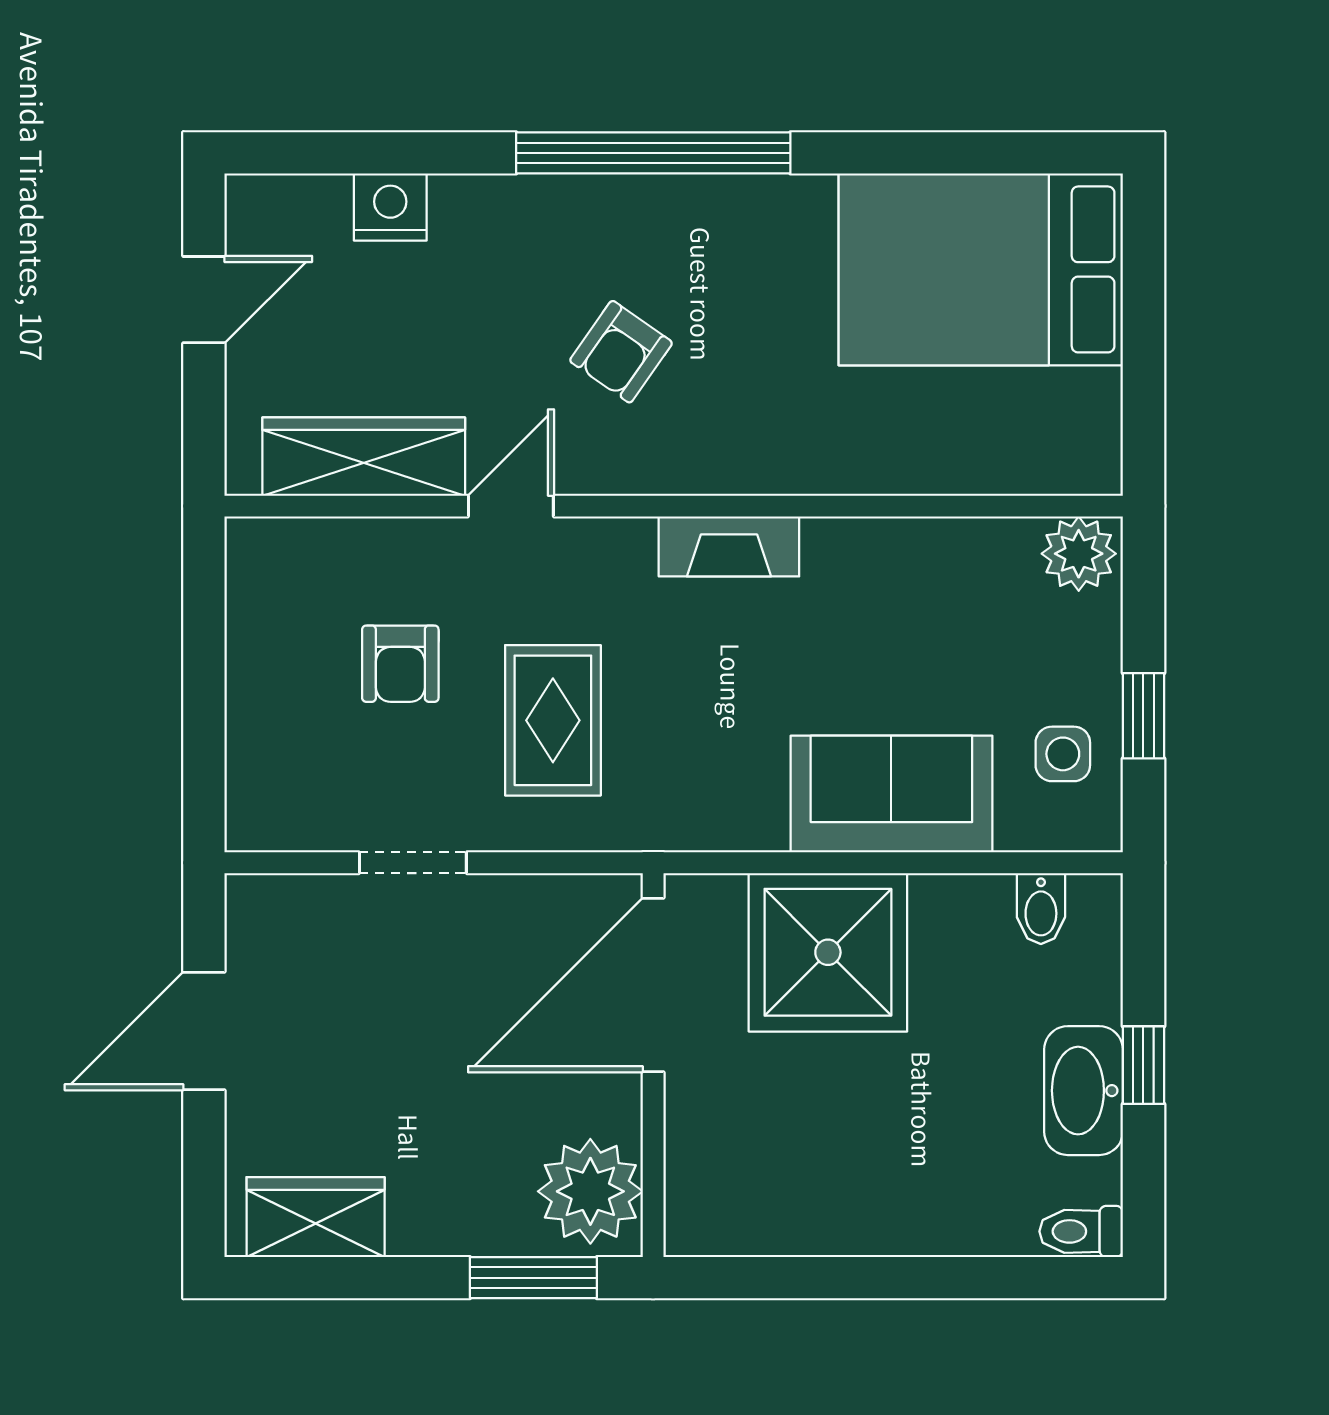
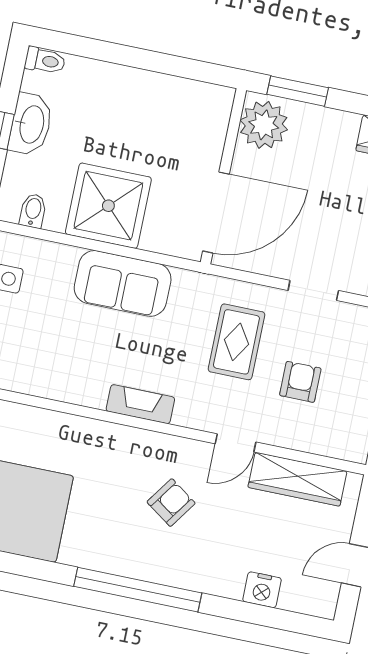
sofa: (891, 794) -> (123, 283), moved
shower: (828, 952) -> (108, 206), moved

